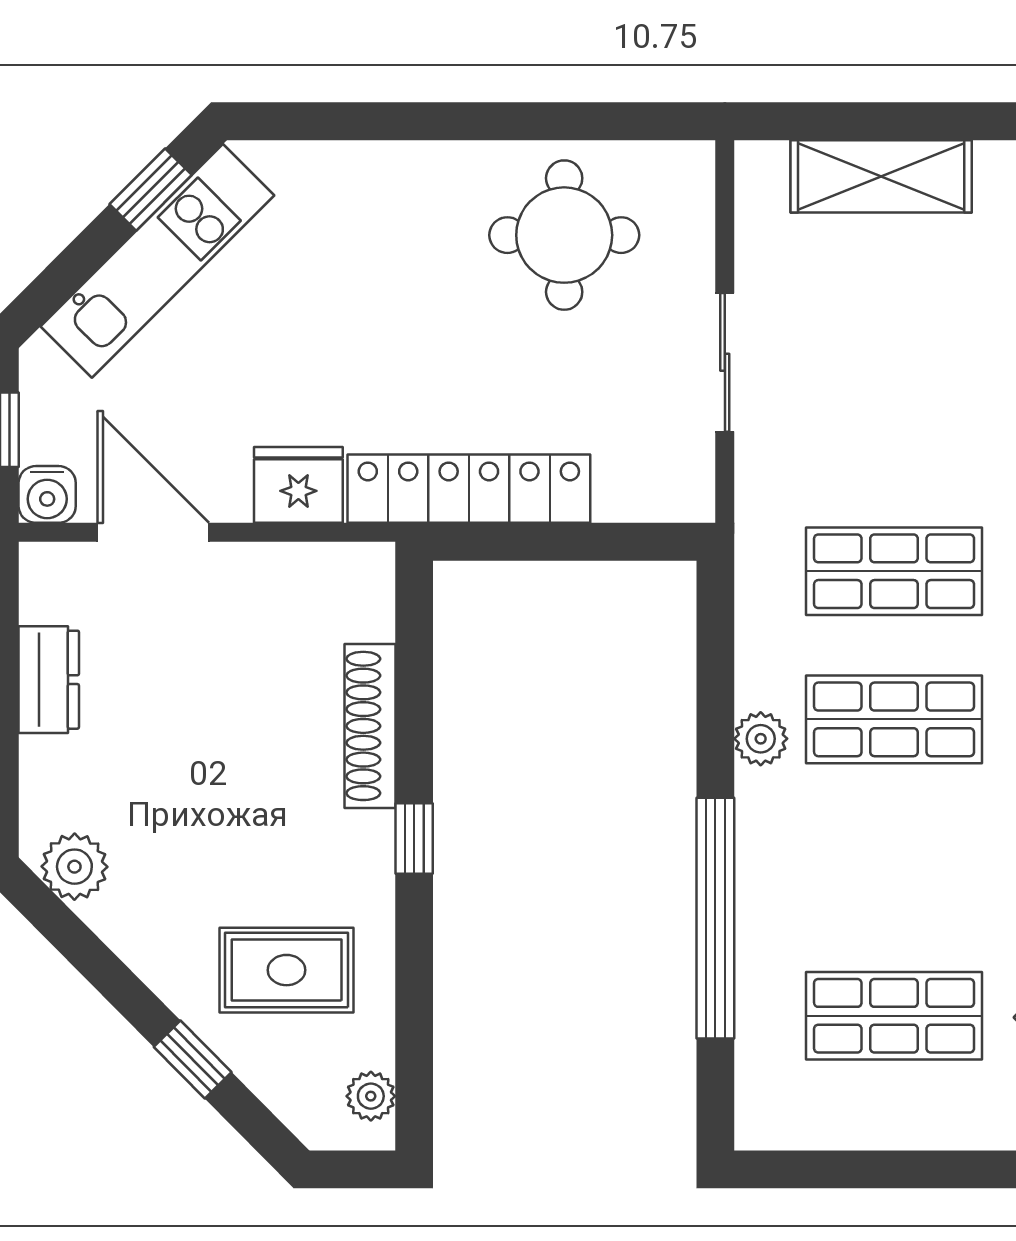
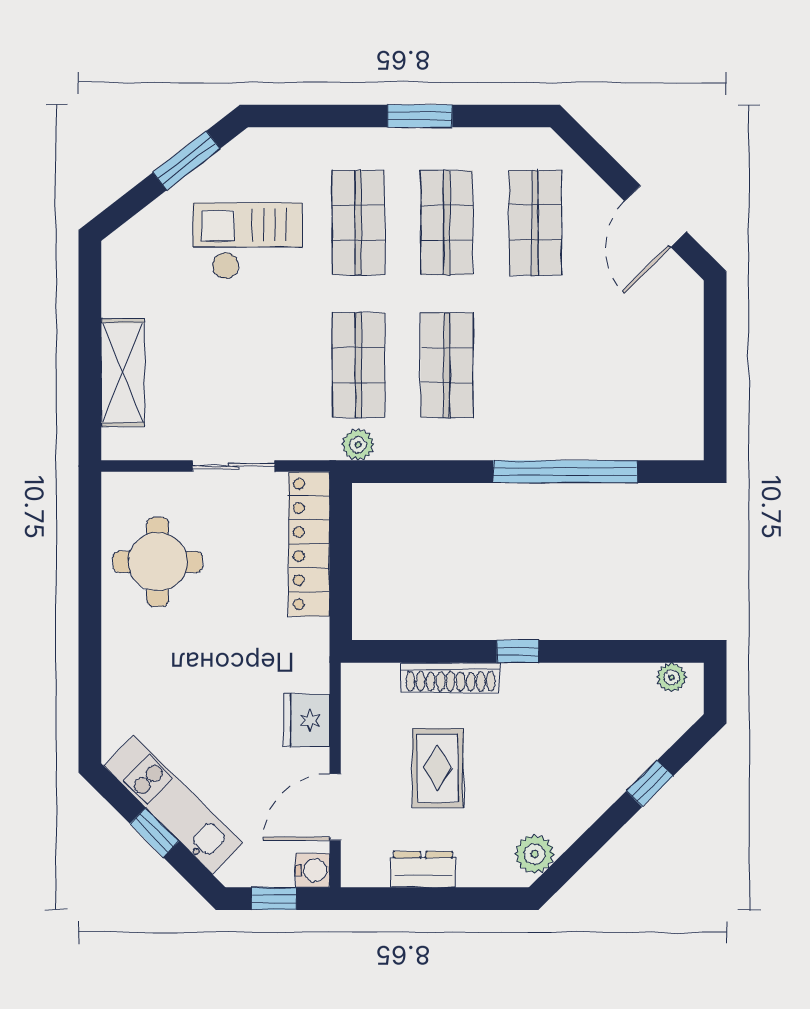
window: (151, 190) -> (154, 832), moved
locker: (469, 489) -> (309, 544), moved
plant: (761, 739) -> (358, 445), moved
rug: (287, 970) -> (438, 768), moved
shop shelf: (894, 1016) -> (624, 365), removed

